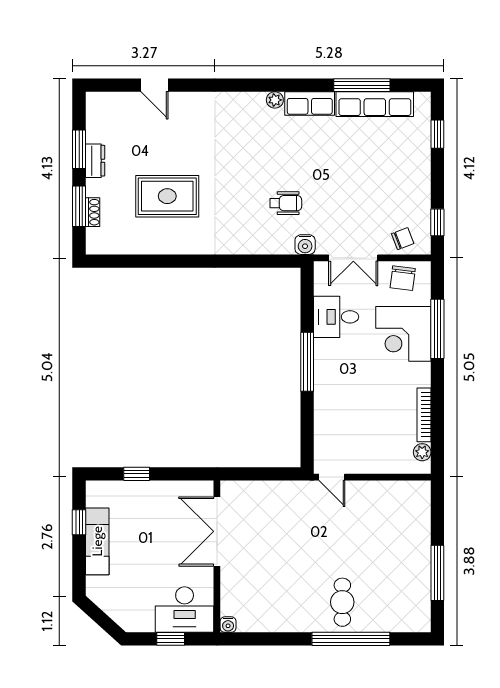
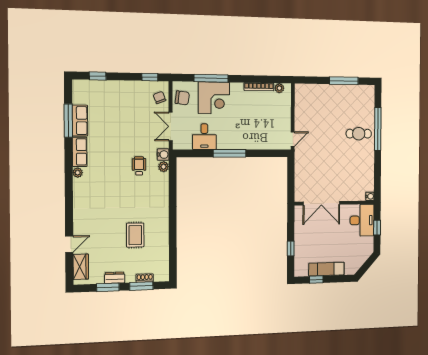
wardrobe: (116, 104) -> (81, 267), added
row of seats: (375, 104) -> (80, 121), width x0.68
rug: (167, 196) -> (135, 235), width x0.73, depth x0.70
plant: (284, 245) -> (164, 167), added
double door: (353, 258) -> (171, 126), swing flipped

